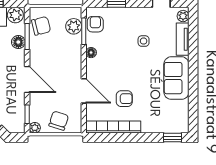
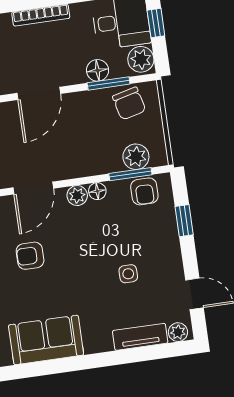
armchair: (95, 24) -> (144, 191), turned 90
plant: (92, 65) -> (77, 196), added
sofa: (176, 78) -> (46, 340), moved
armchair: (124, 99) -> (30, 256), turned 90

